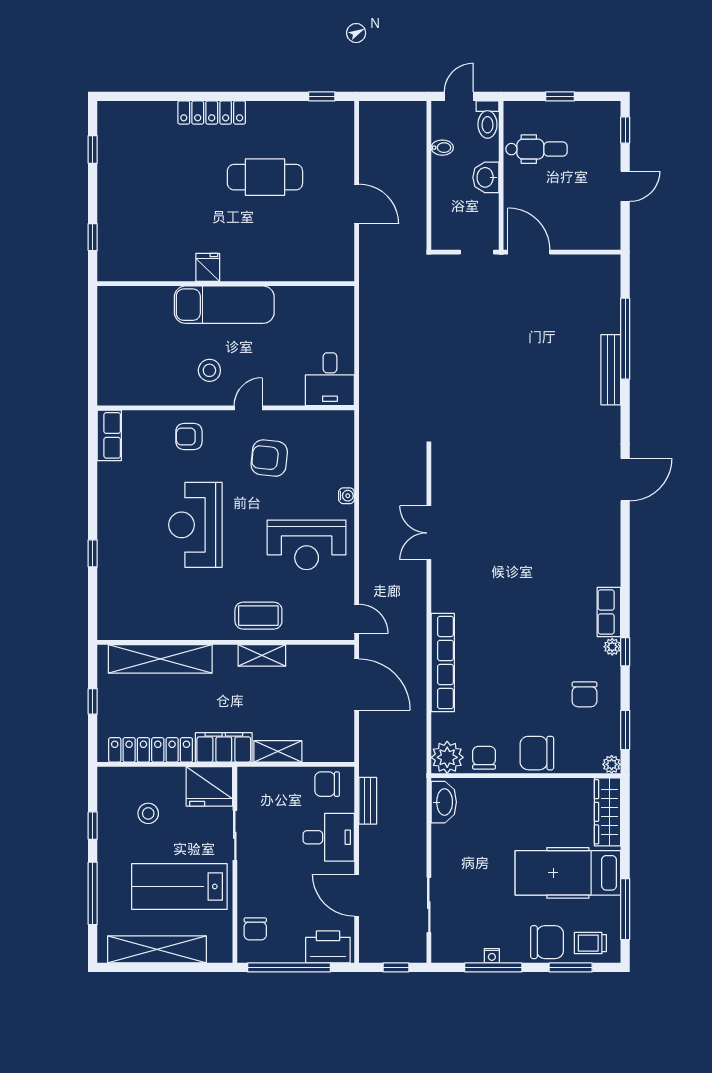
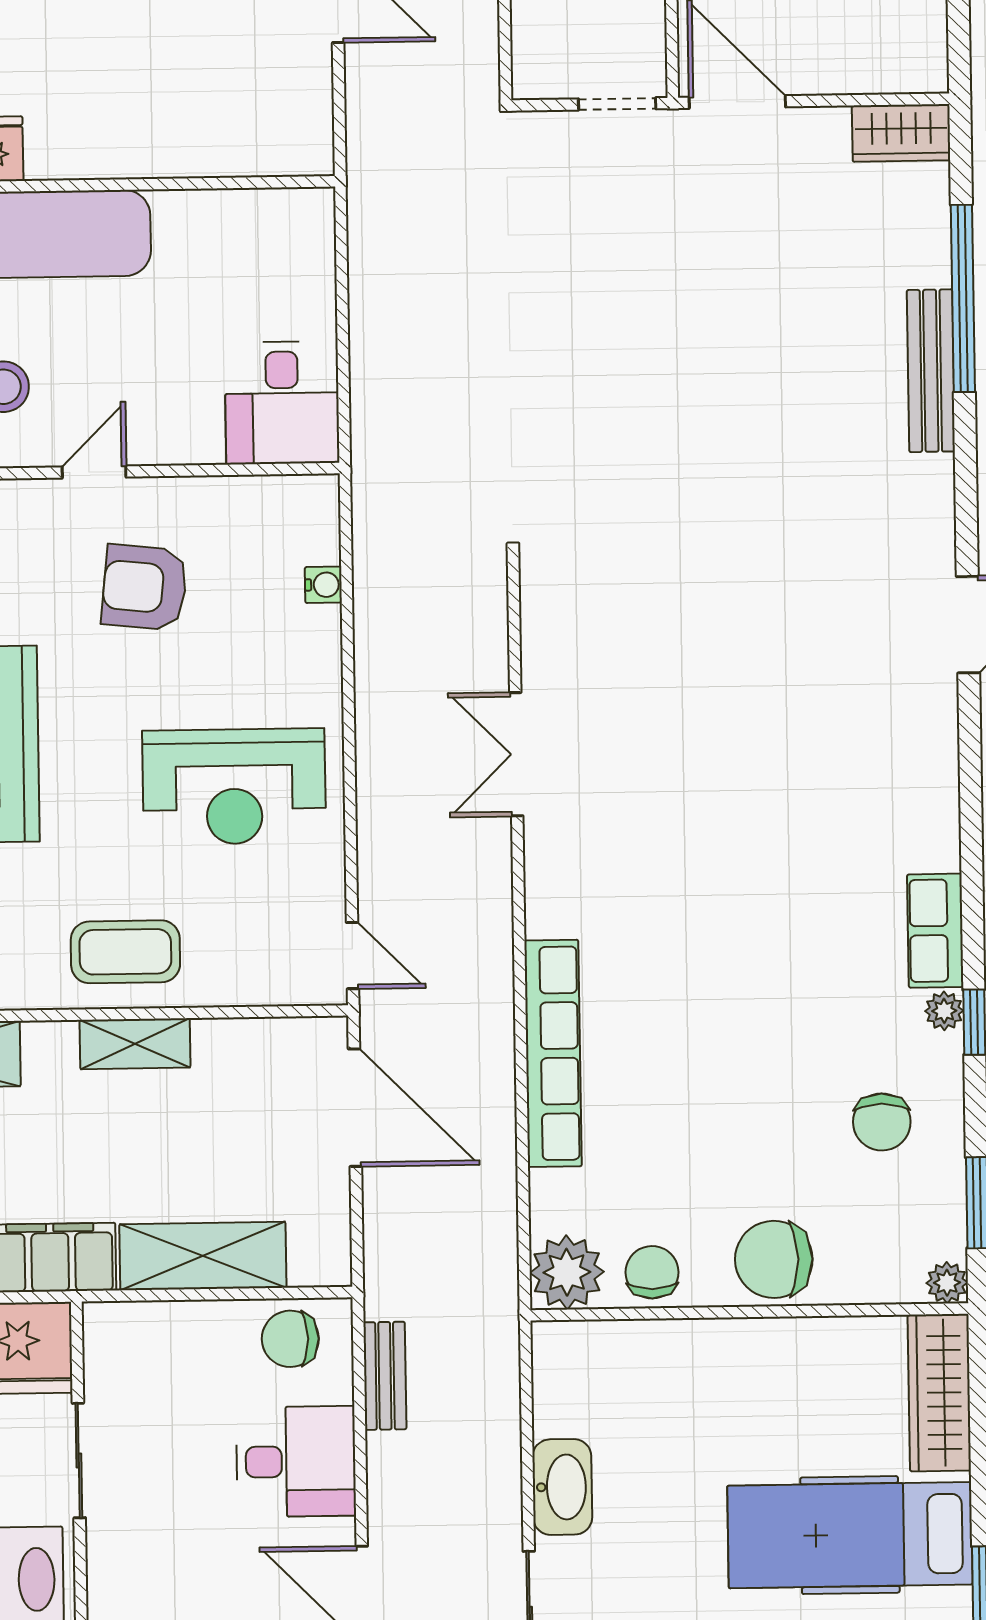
wardrobe: (600, 267) -> (901, 133), added
water cooler: (347, 496) -> (323, 585), moved
shelving: (278, 751) -> (203, 1256), width x1.50, depth x1.33
washbasin: (444, 802) -> (562, 1487), moved

